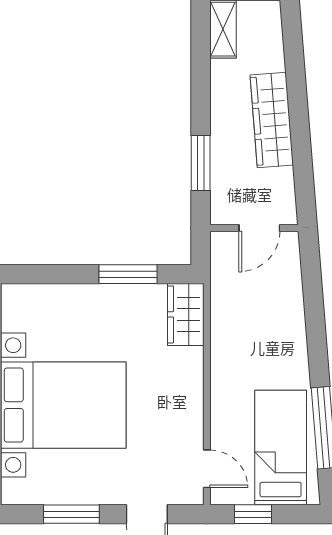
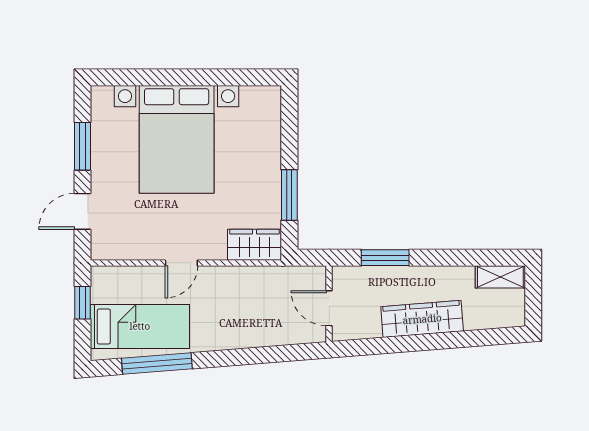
door: (207, 469) -> (181, 263), moved

